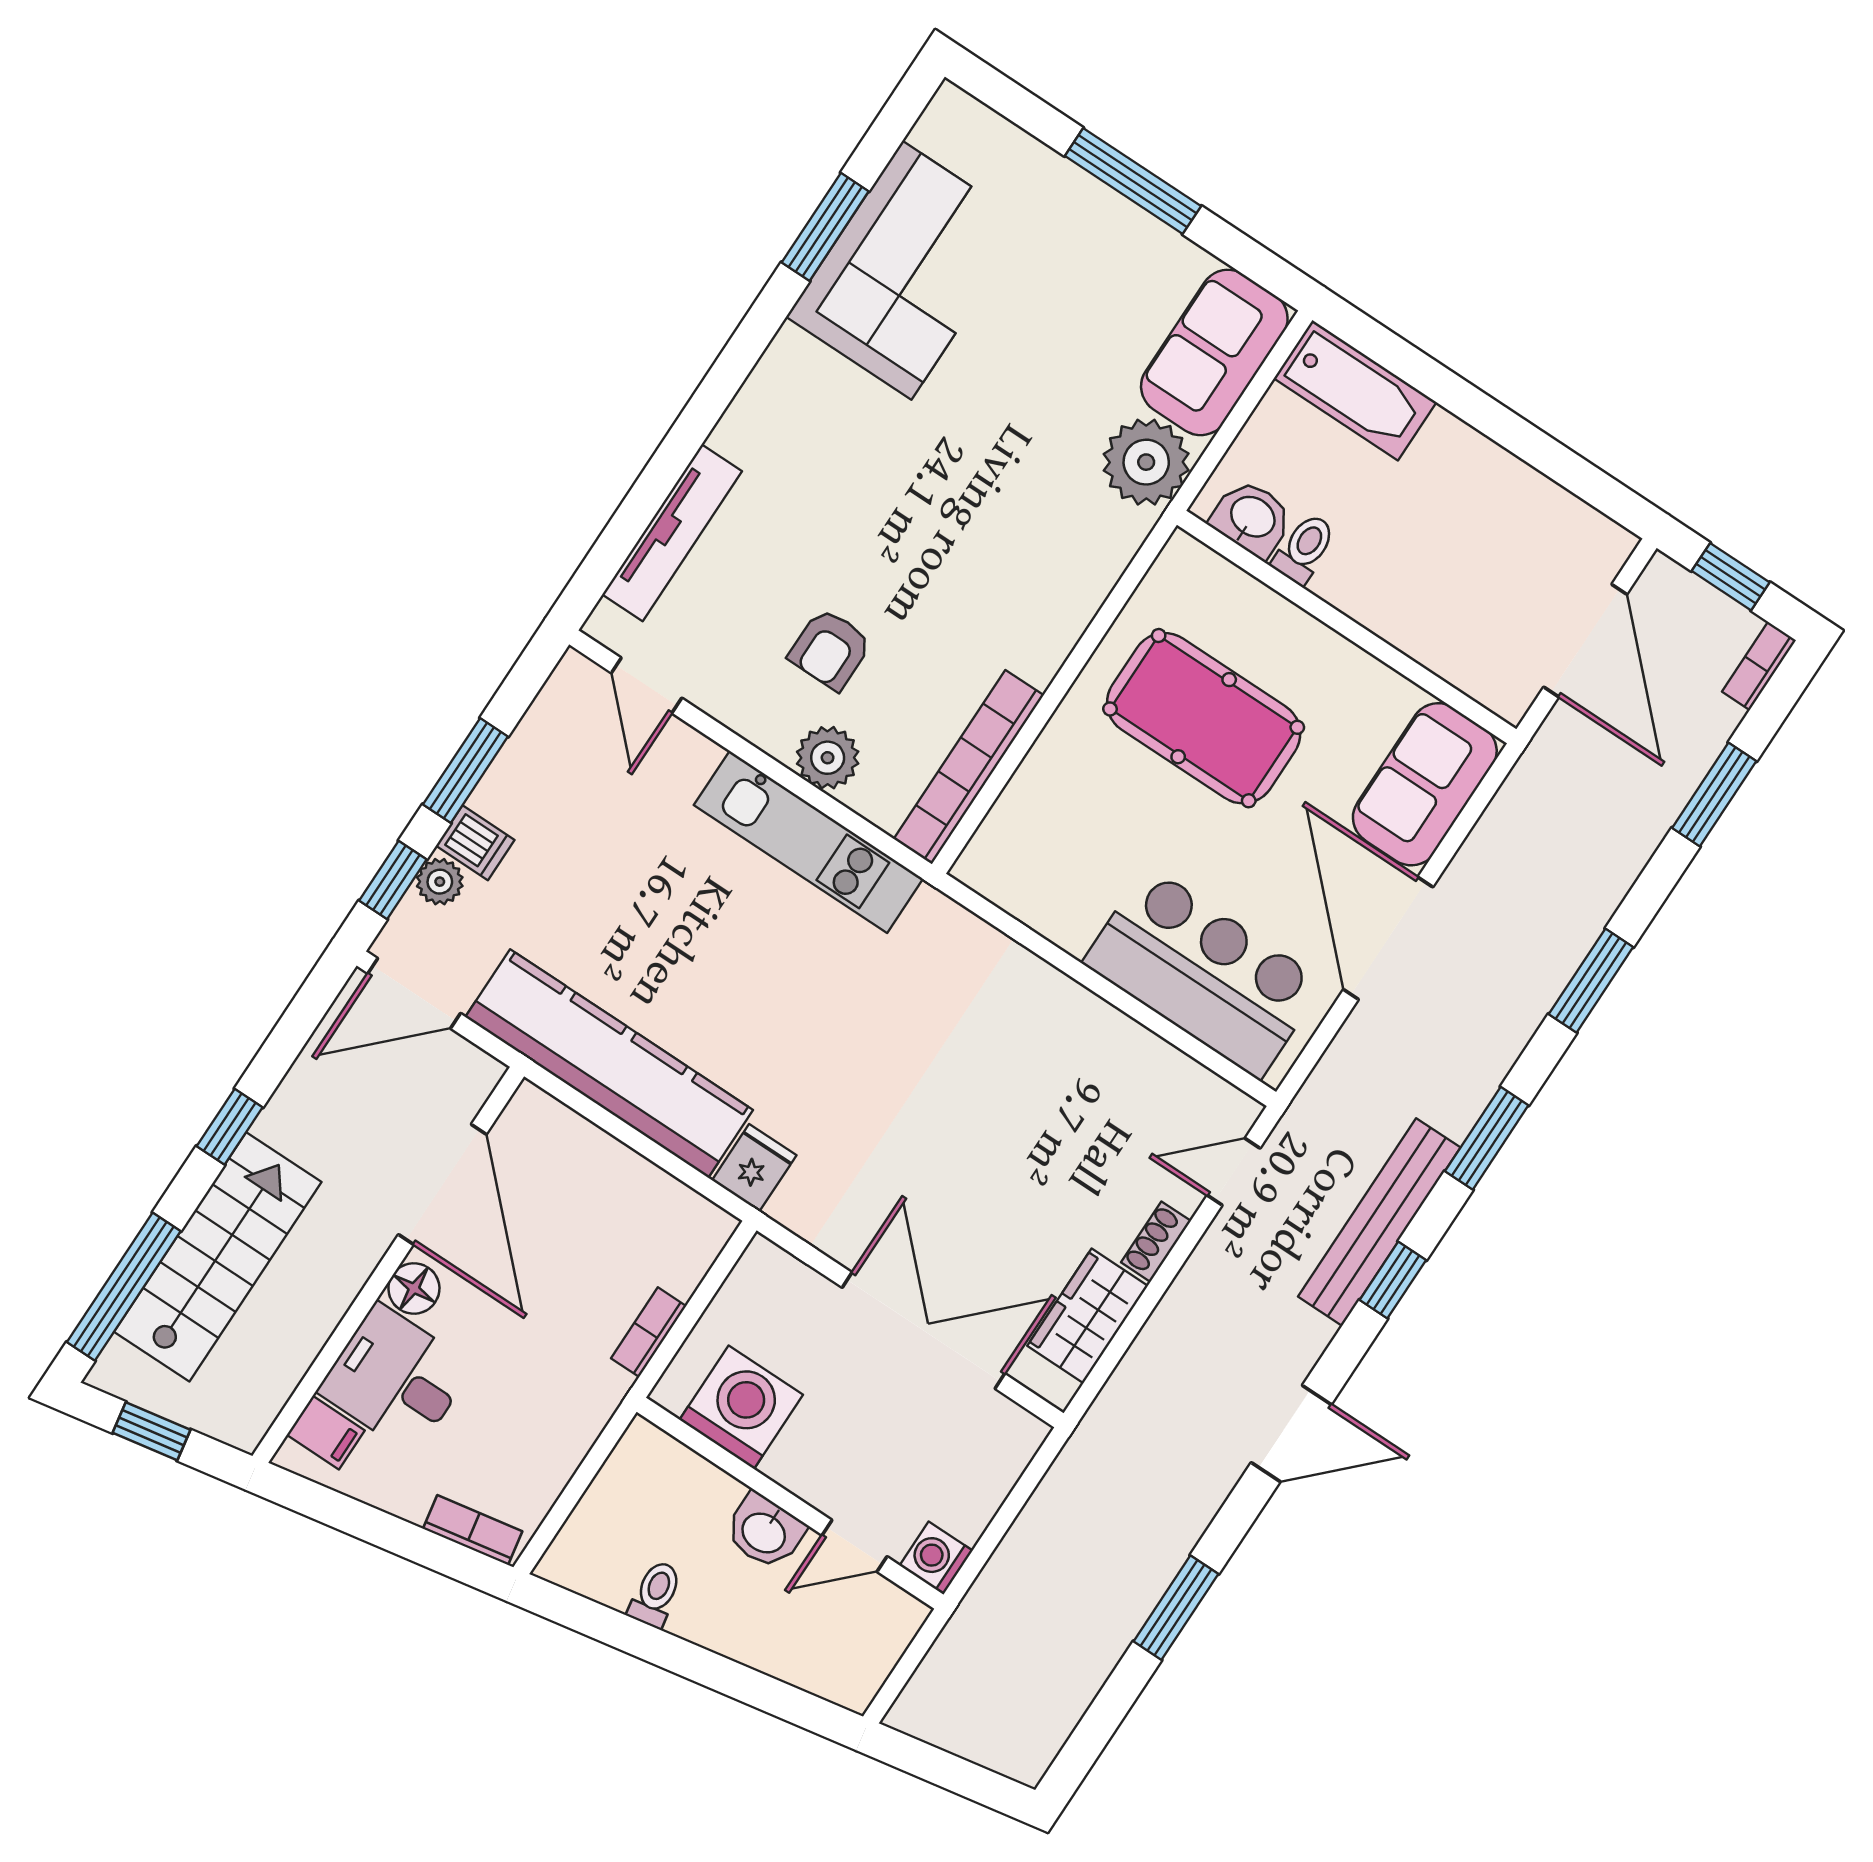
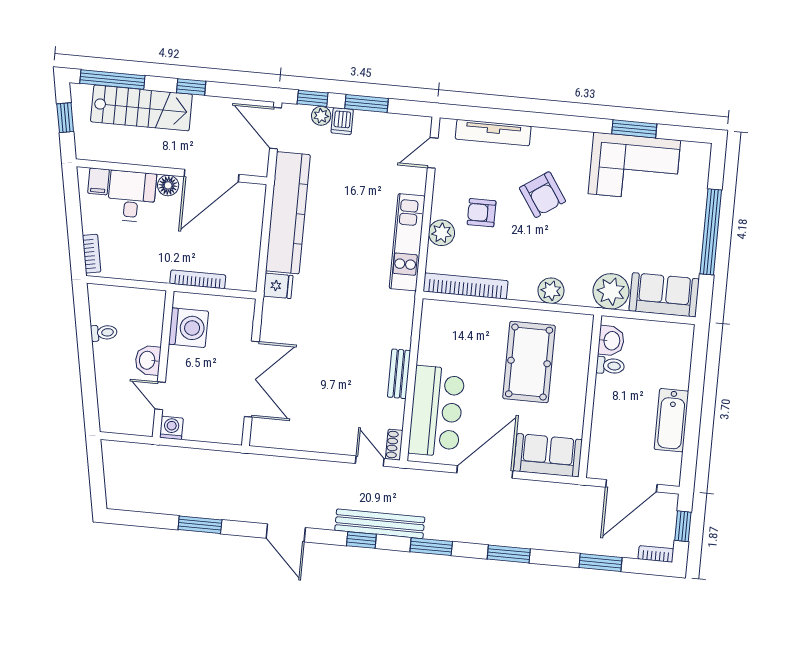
window: (1133, 181) -> (711, 232), width x1.46
bathtub: (1355, 390) -> (671, 420), moved
armchair: (861, 498) -> (542, 195), added
plant: (1076, 590) -> (551, 291), added
bench: (1080, 1010) -> (399, 374), added
shoe rack: (1156, 1242) -> (394, 445), moved, turned -90
wardrobe: (1088, 1316) -> (289, 436), removed
bookcase: (649, 1332) -> (198, 279), width x1.56

